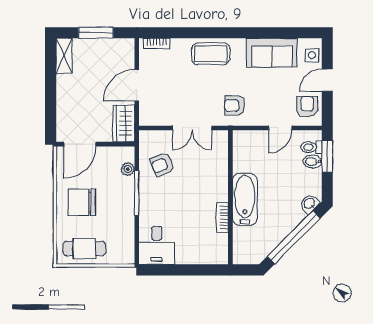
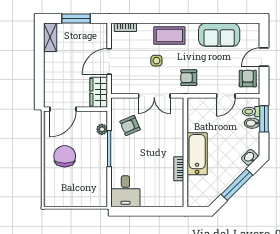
side table: (312, 55) -> (156, 61), moved
chair: (82, 202) -> (65, 156), turned 90
window: (294, 237) -> (237, 185), width x0.68
cafe table: (84, 248) -> (67, 194), removed

